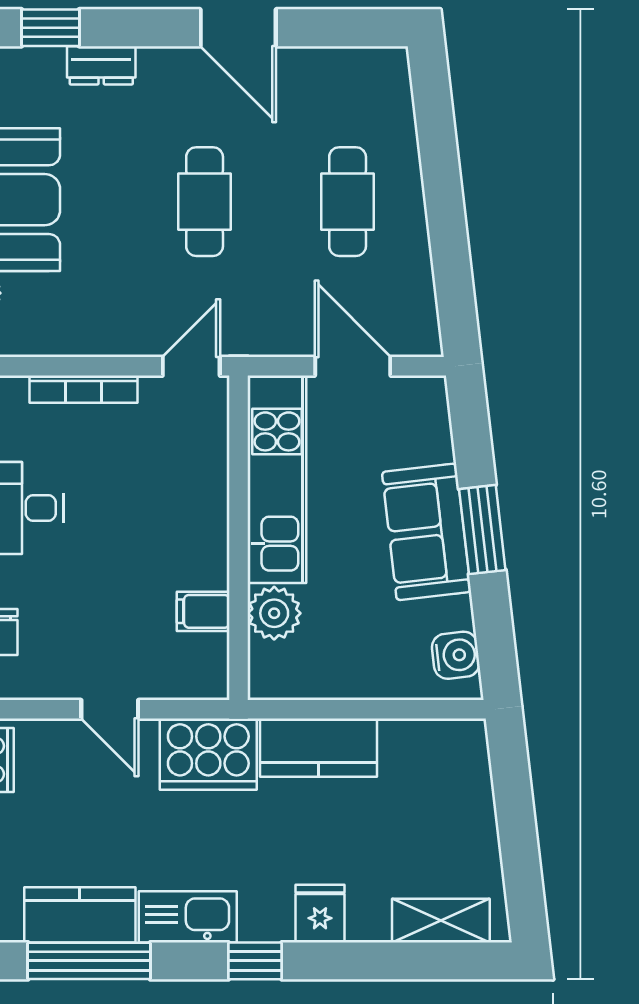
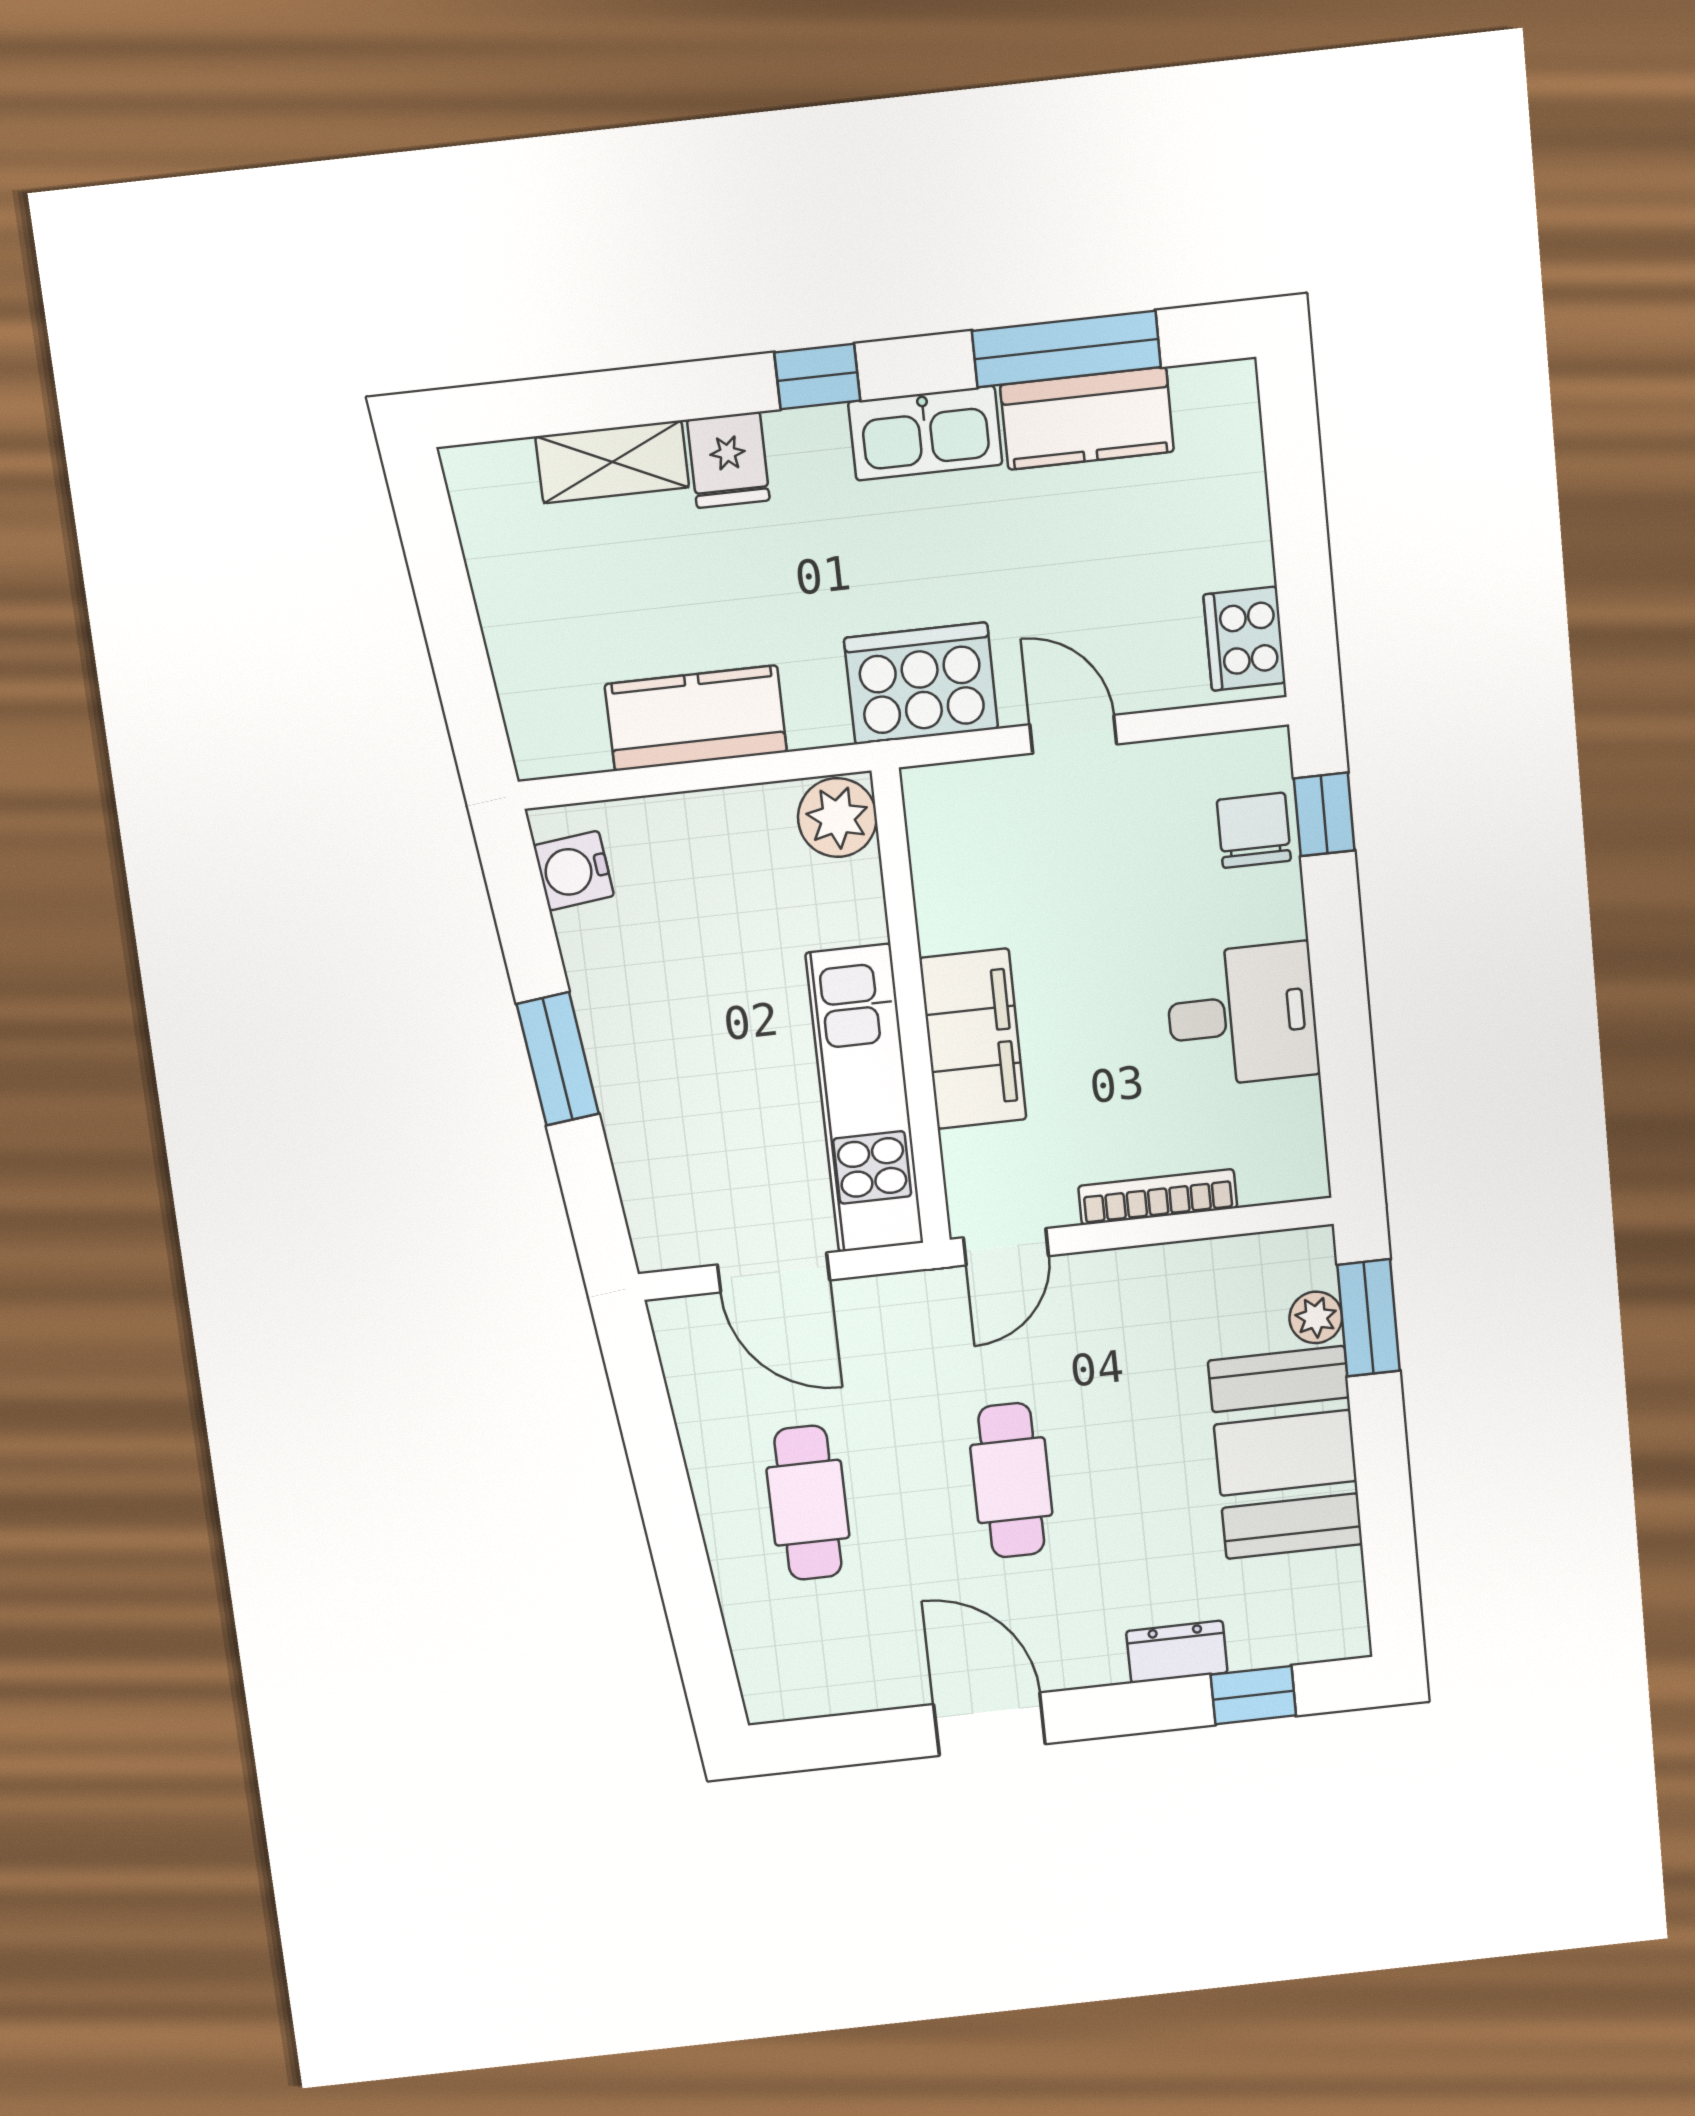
sofa: (427, 532) -> (639, 1047), removed
filing cabinet: (203, 611) -> (973, 1039), moved, width x3.00, depth x1.17
plant: (274, 613) -> (837, 818), moved
kitchen counter: (319, 748) -> (696, 718), moved
shelving: (441, 921) -> (612, 462), moved

